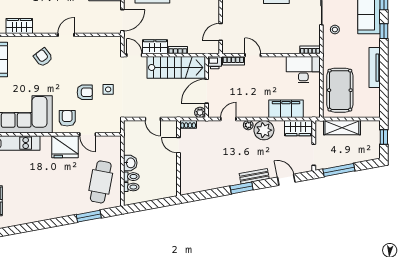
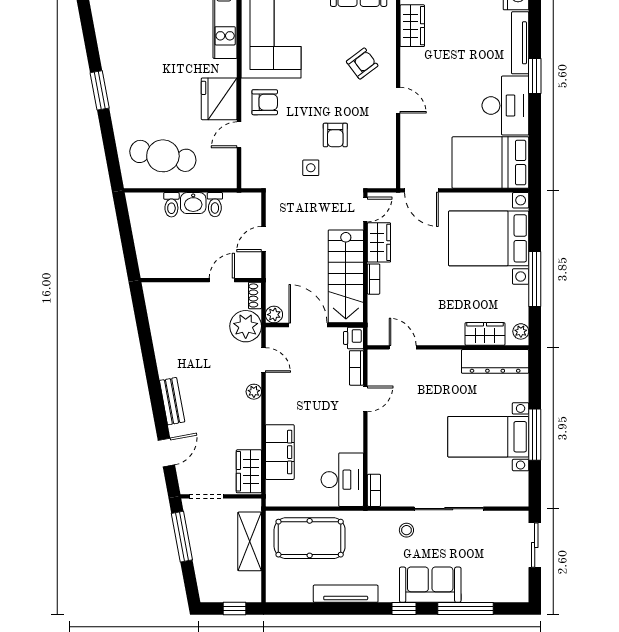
armchair: (85, 92) -> (335, 135), moved
plant: (264, 130) -> (246, 326), moved
toilet: (131, 187) -> (215, 205), moved
window: (242, 188) -> (153, 381), removed
window: (89, 216) -> (100, 90), moved

